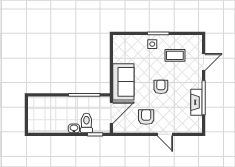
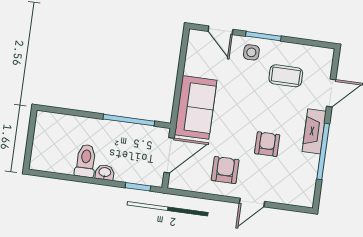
door: (132, 33) -> (220, 30), added
armchair: (161, 87) -> (267, 144), moved
fireplace: (197, 102) -> (314, 131), moved
toilet: (86, 123) -> (86, 161), moved
door: (165, 134) -> (252, 202), hinge flipped

